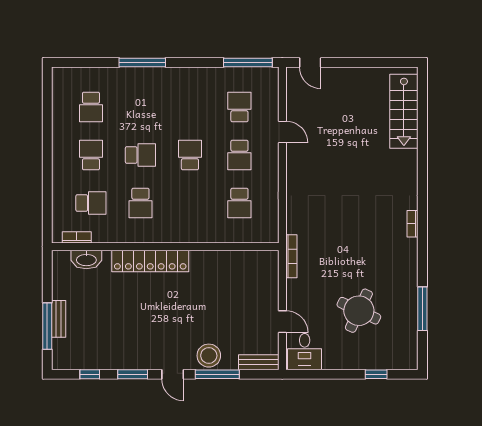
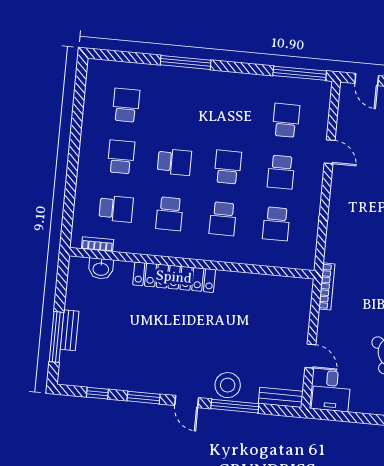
school desk: (91, 107) -> (126, 105), turned 180
school desk: (190, 203) -> (223, 219), added
washbasin: (86, 259) -> (101, 269), width x0.72

